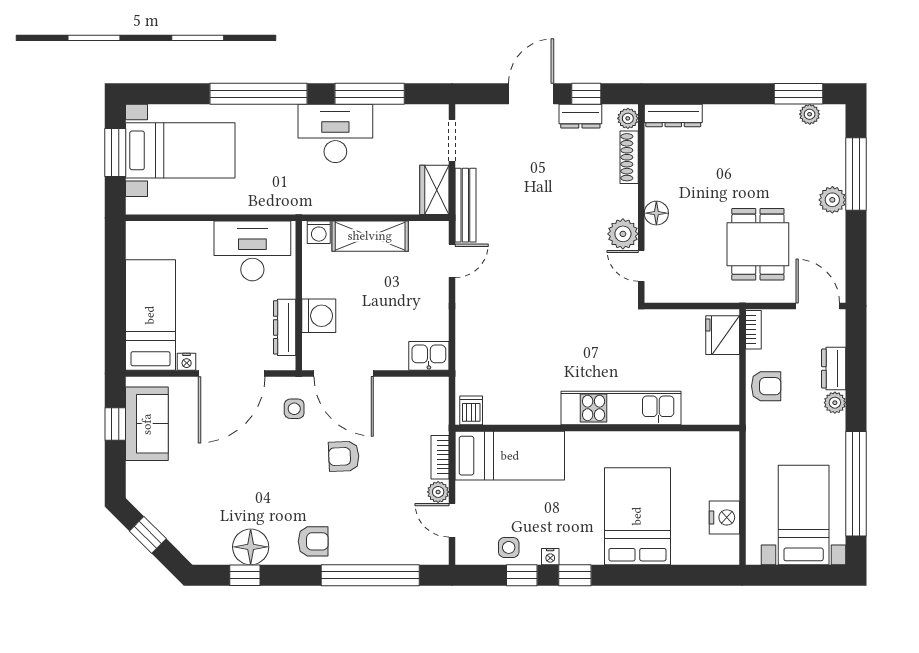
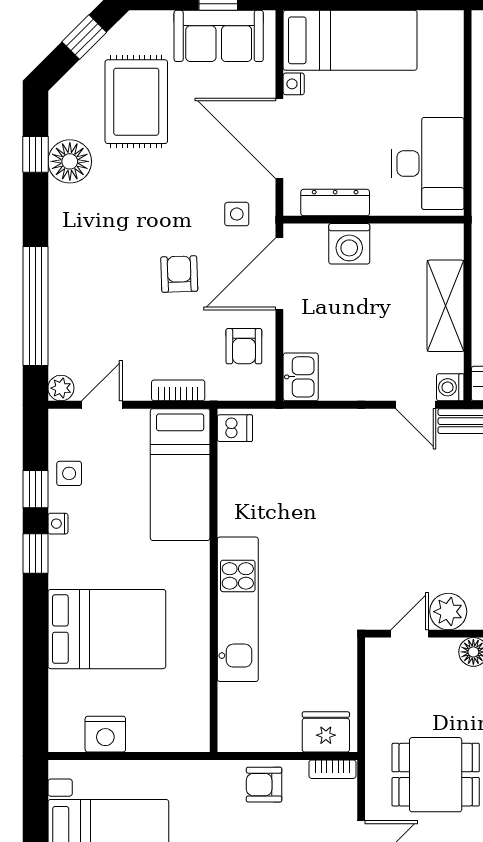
washing machine: (319, 232) -> (450, 387), moved
armchair: (766, 386) -> (264, 785), turned 90
rug: (201, 492) -> (136, 102), added
plant: (438, 492) -> (61, 388), moved
armchair: (313, 541) -> (244, 346), moved

